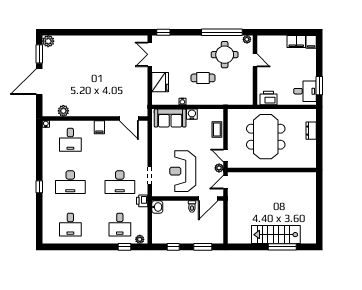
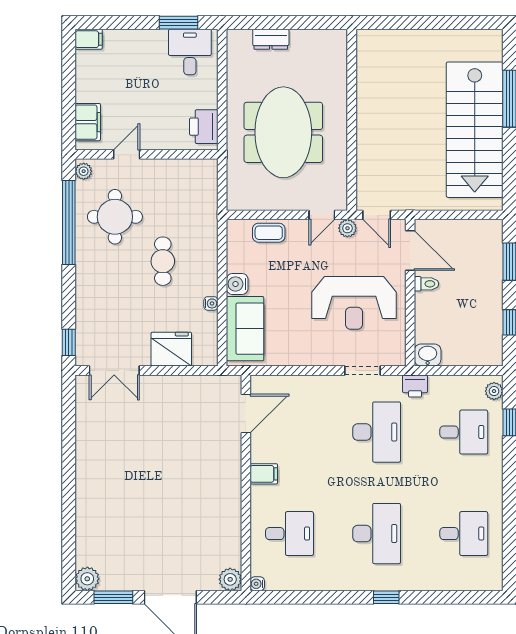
filing cabinet: (296, 41) -> (88, 122), moved
plant: (63, 111) -> (230, 579), moved
meeting table: (266, 137) -> (283, 132), turned 90
stairs: (276, 235) -> (475, 130), width x1.36, depth x1.51

